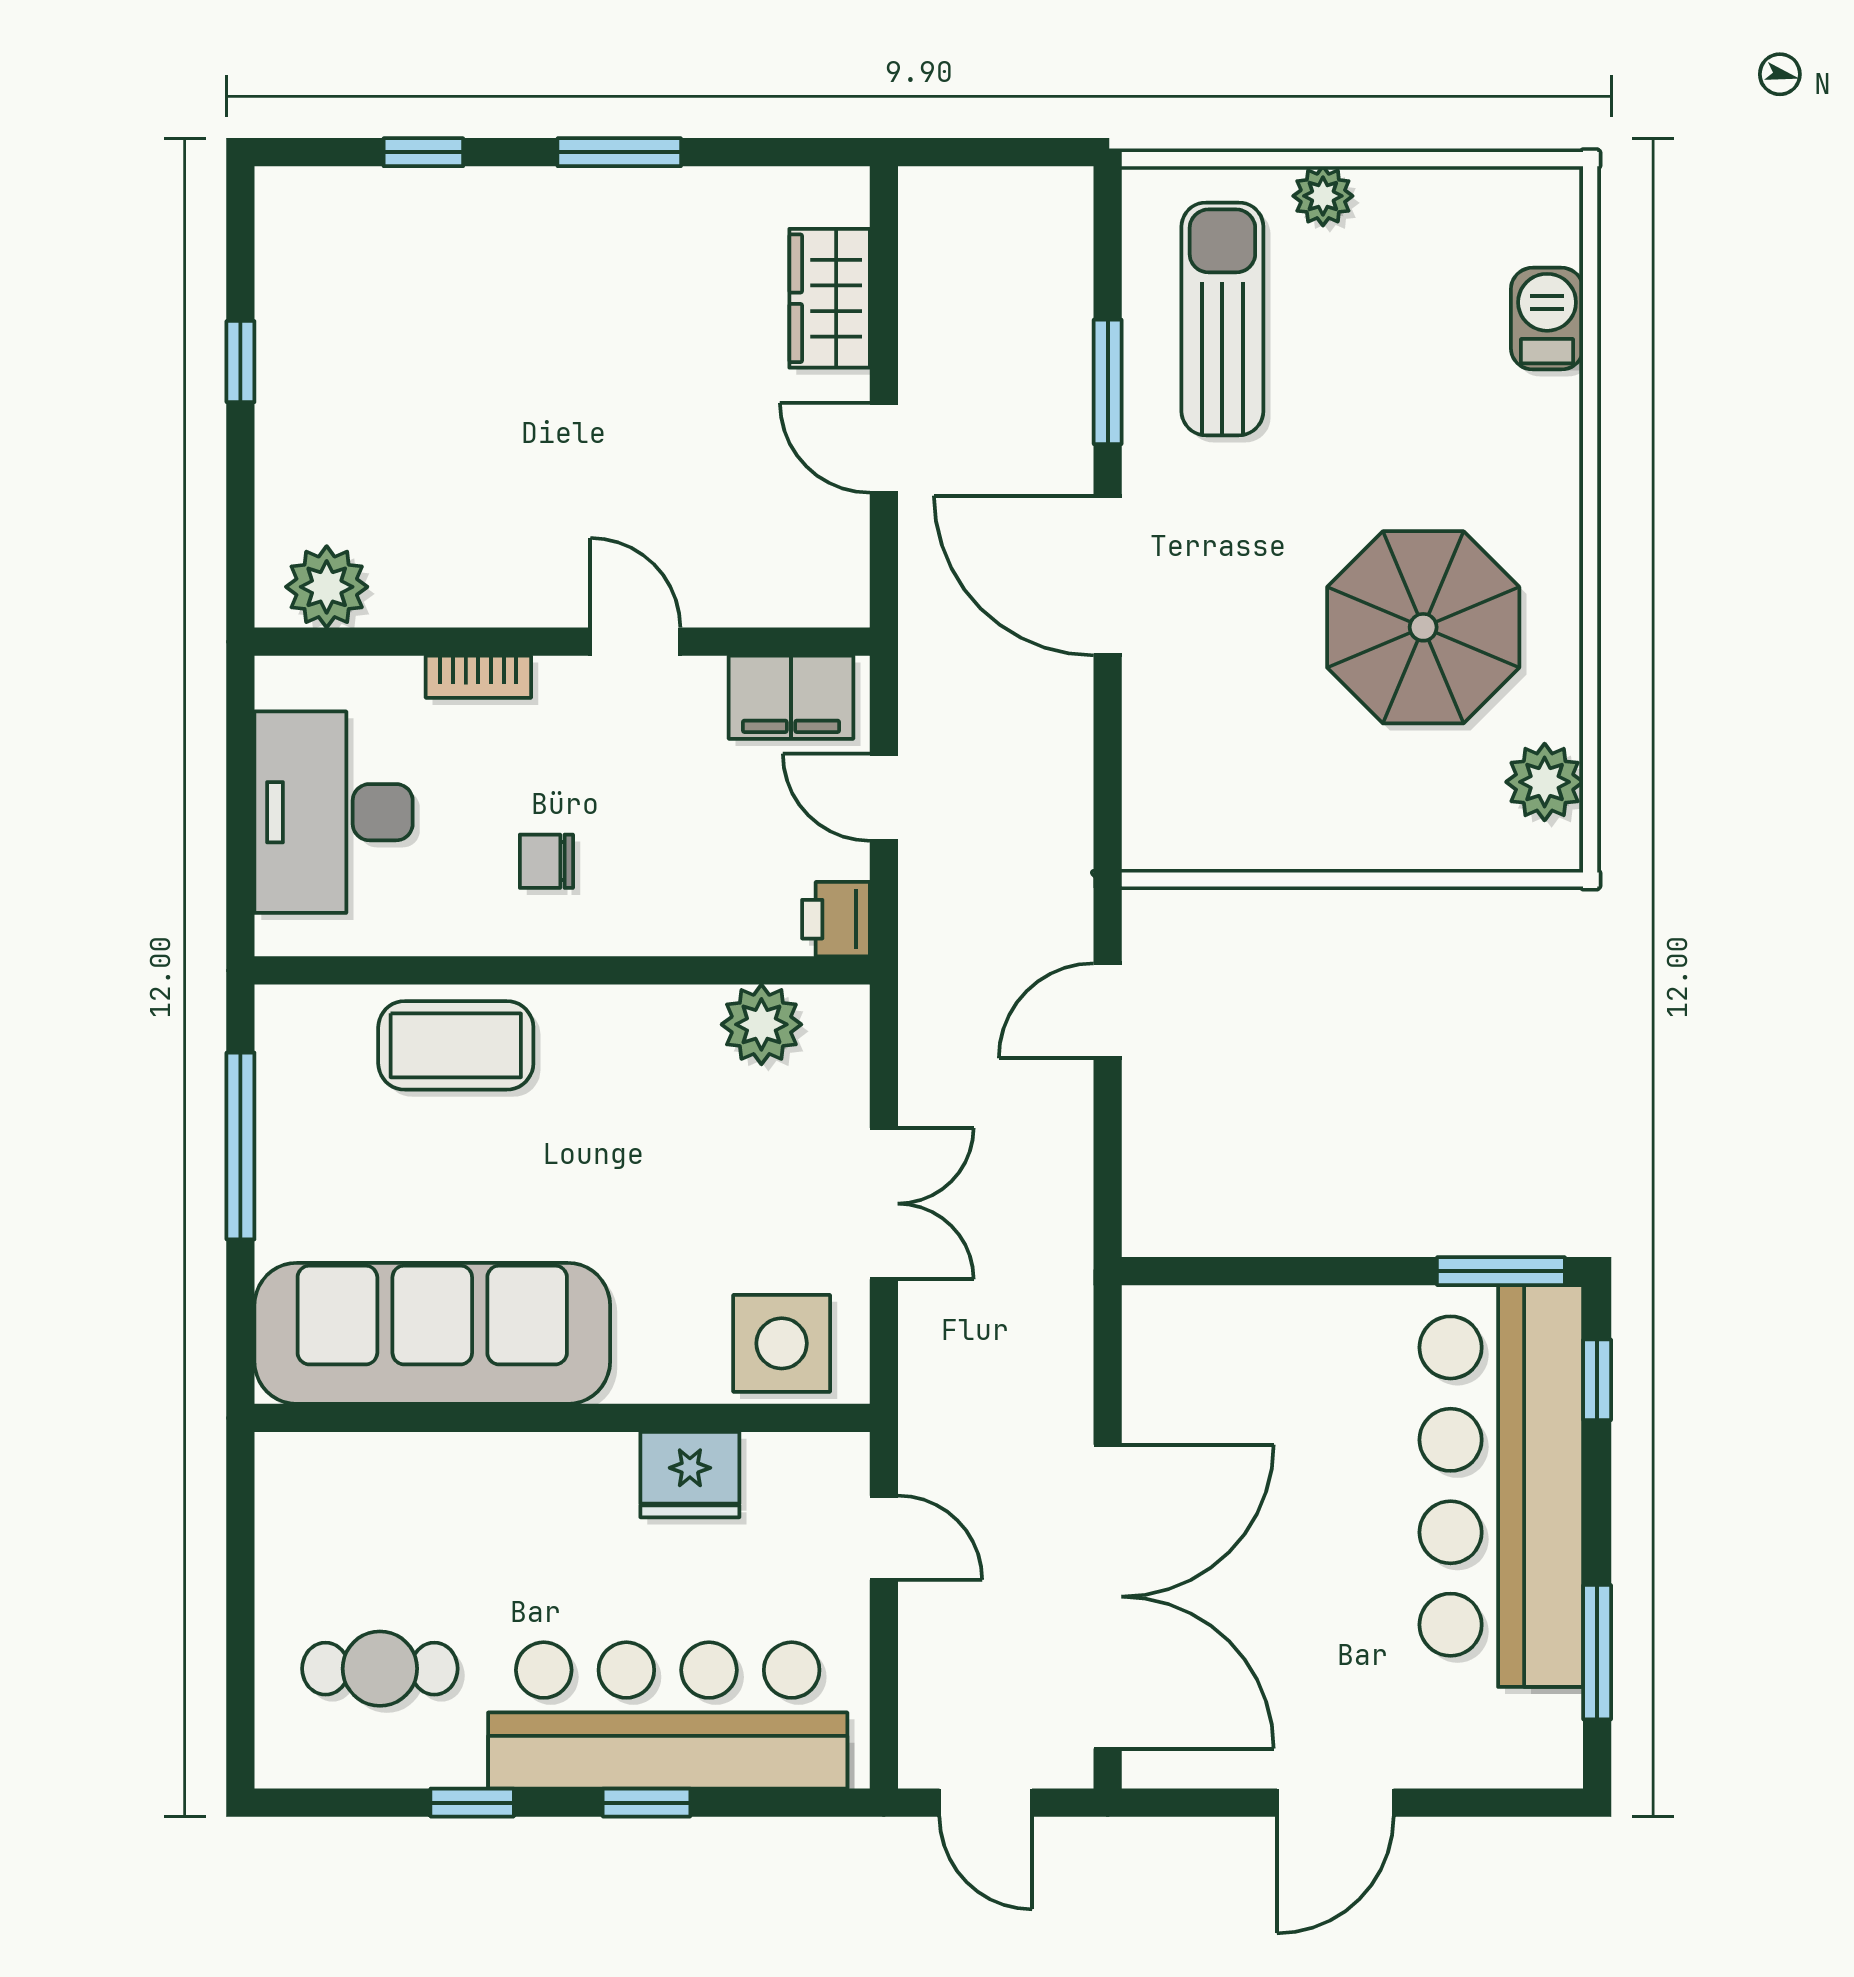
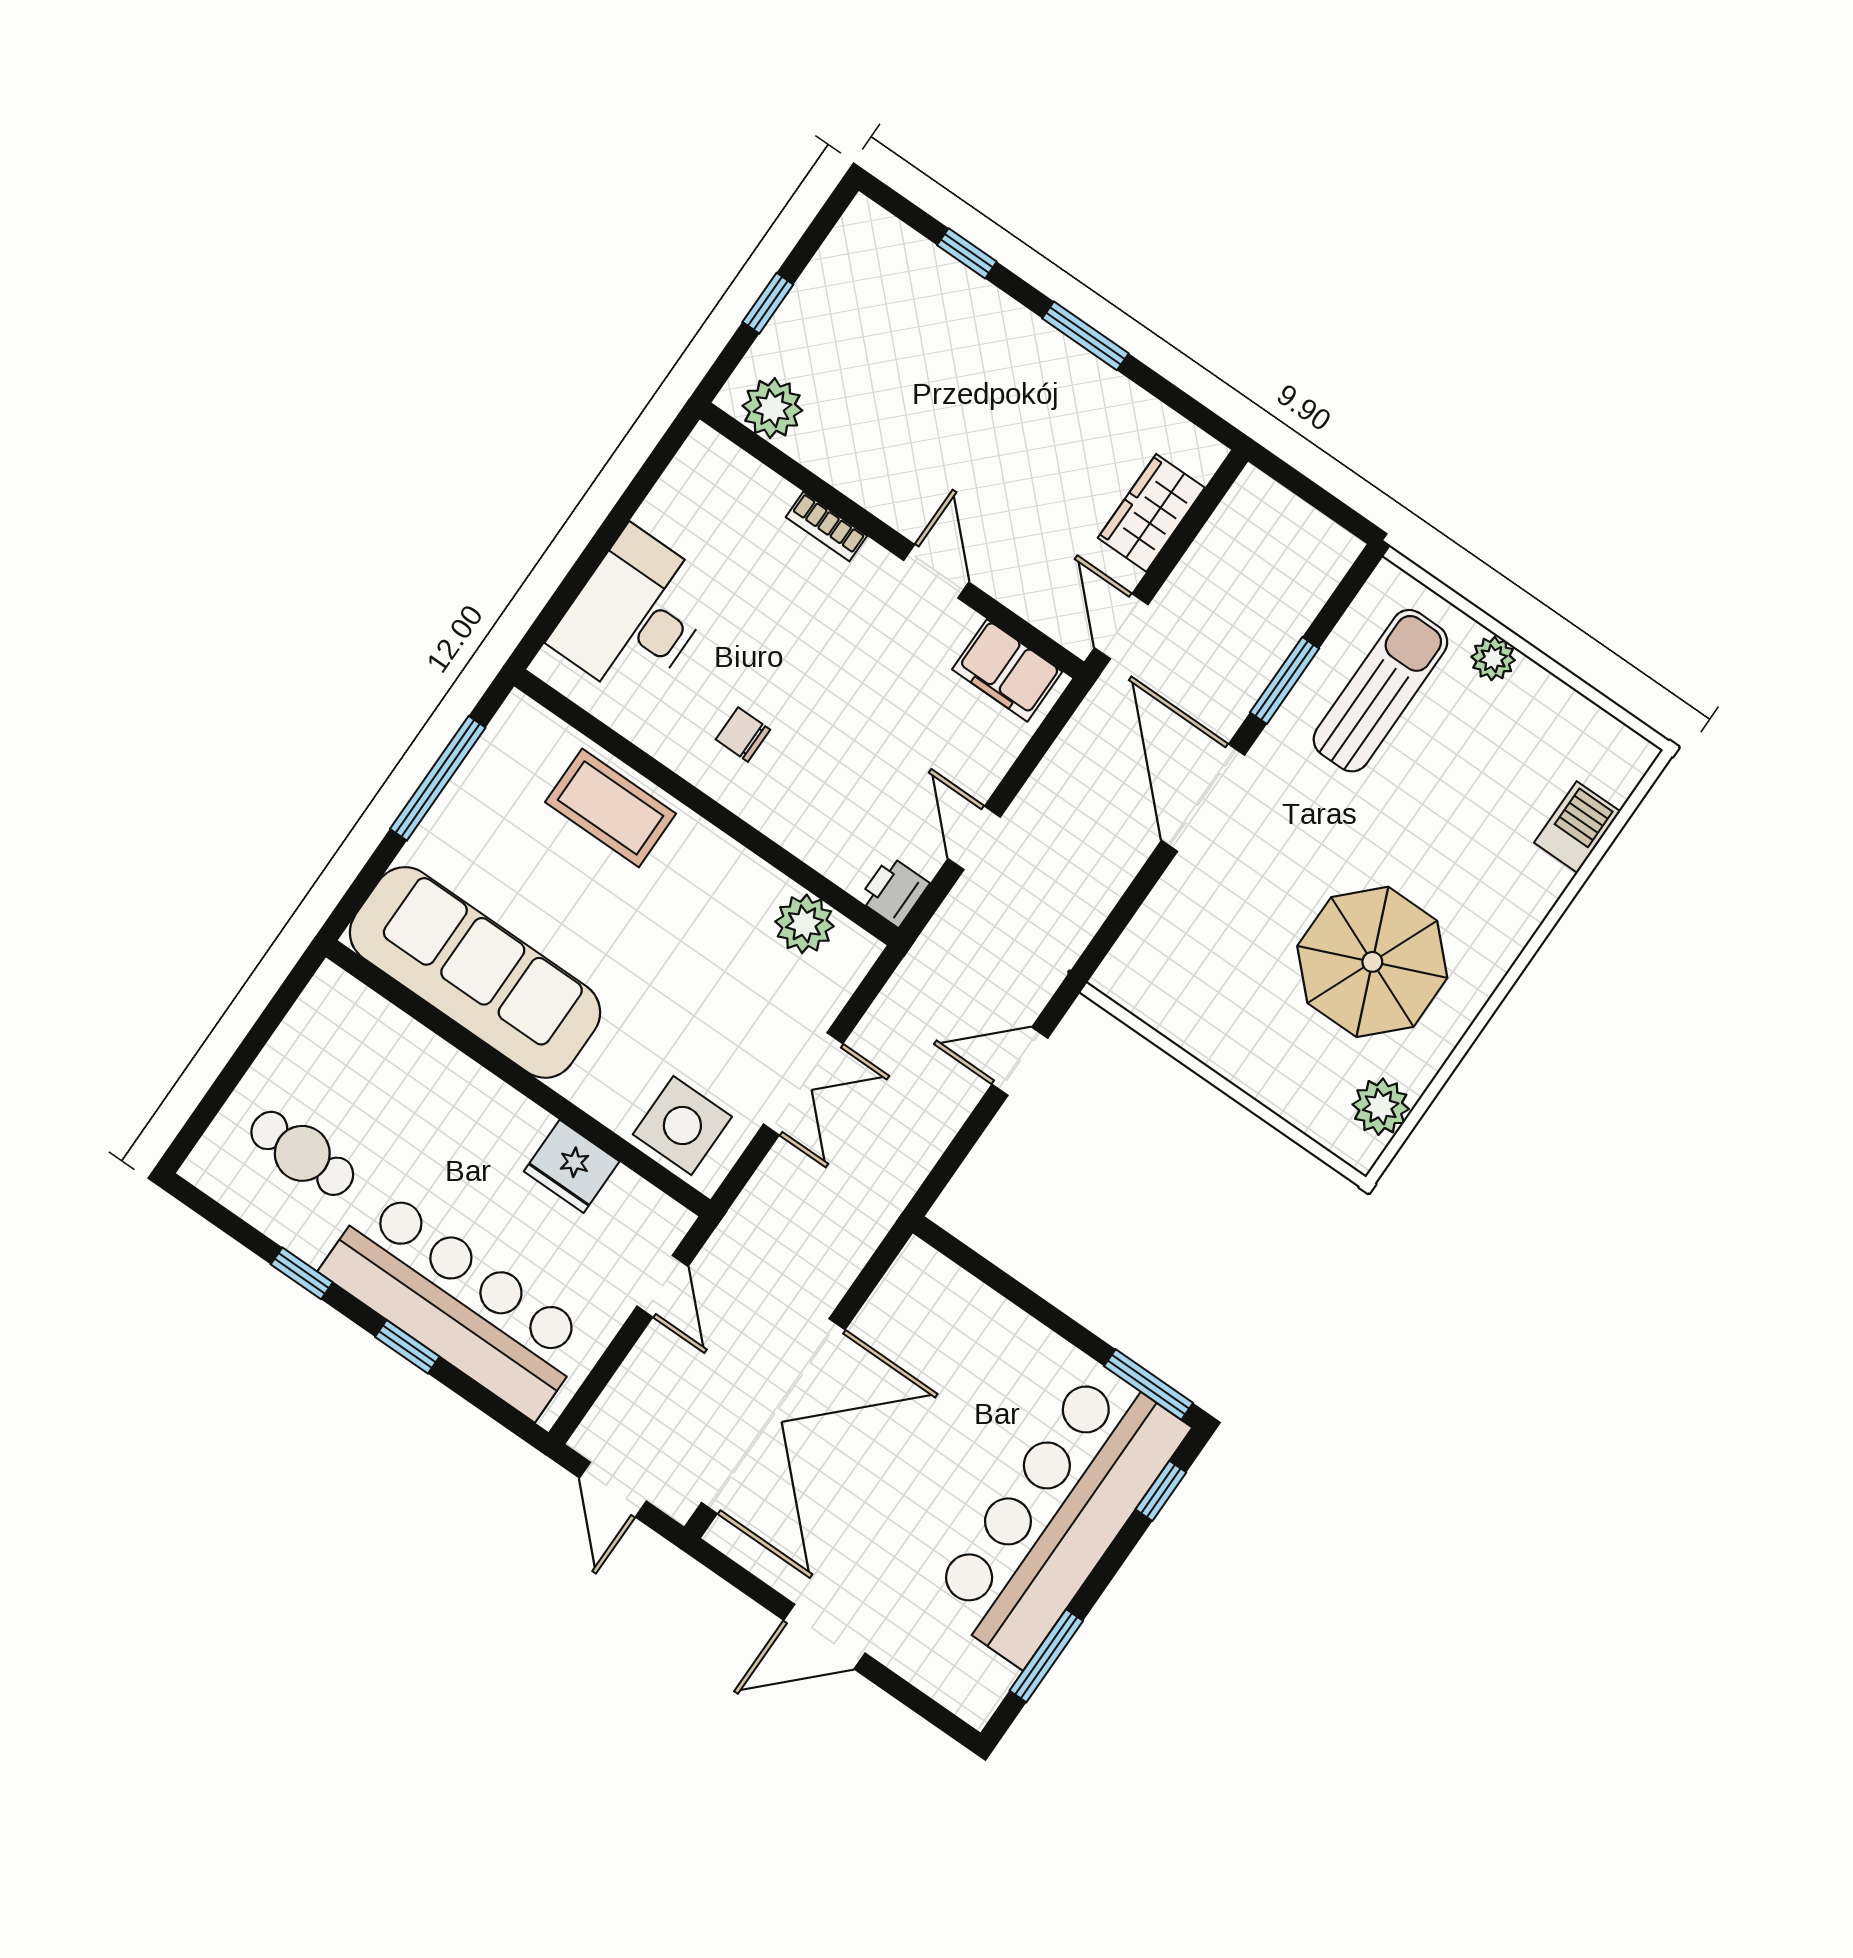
plant: (327, 587) -> (772, 408), moved
wall: (562, 642) -> (892, 540), moved
door: (635, 642) -> (936, 571), moved
bookcase: (478, 677) -> (826, 526), moved
filing cabinet: (791, 697) -> (1007, 670), moved

